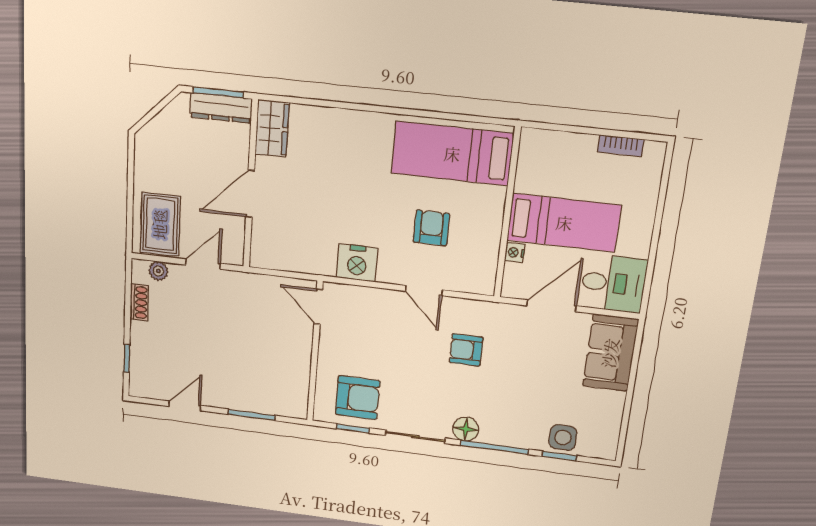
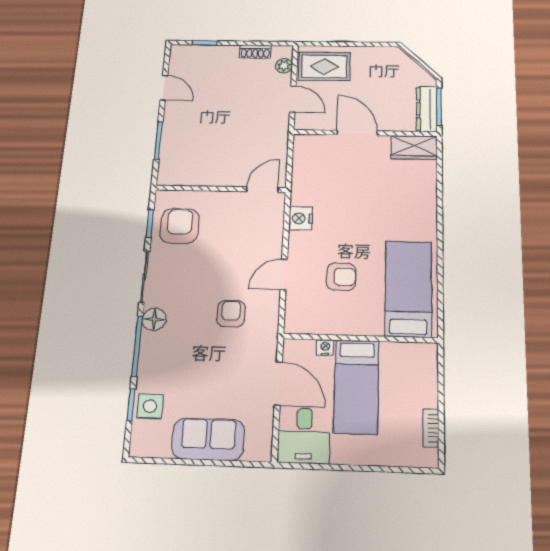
nightstand: (357, 263) -> (301, 218), width x0.74, depth x0.75
sofa: (610, 353) -> (208, 439), moved
armchair: (358, 398) -> (180, 226), turned 180

